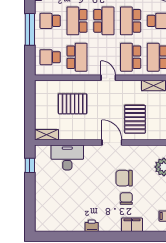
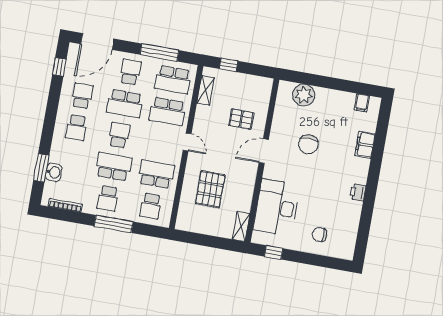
school desk: (77, 21) -> (114, 167), turned 180
school desk: (104, 21) -> (119, 135), width x0.54
door: (108, 78) -> (187, 142), swing flipped
pallet: (135, 119) -> (241, 119), width x0.67, depth x0.71
desk: (67, 157) -> (277, 208), width x1.36, depth x1.30
chair: (126, 199) -> (320, 235), moved

